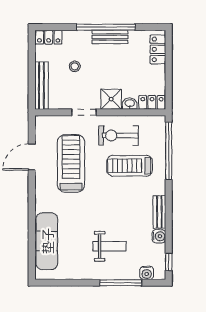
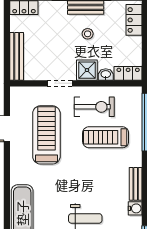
stool: (75, 66) -> (88, 34), moved
exercise bike: (118, 136) -> (94, 107), turned 180

